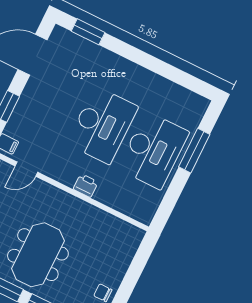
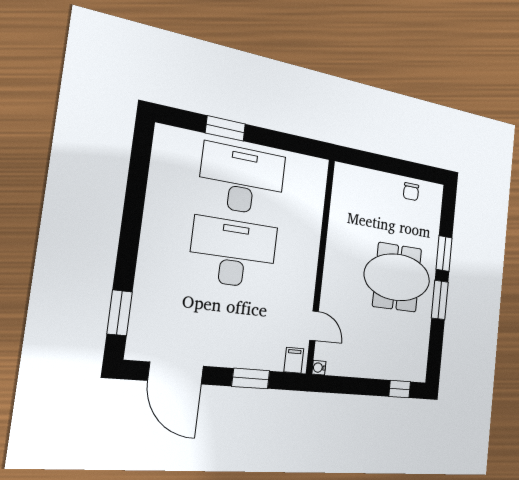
window: (194, 151) -> (225, 128), width x0.69
printer: (86, 186) -> (309, 249), removed

